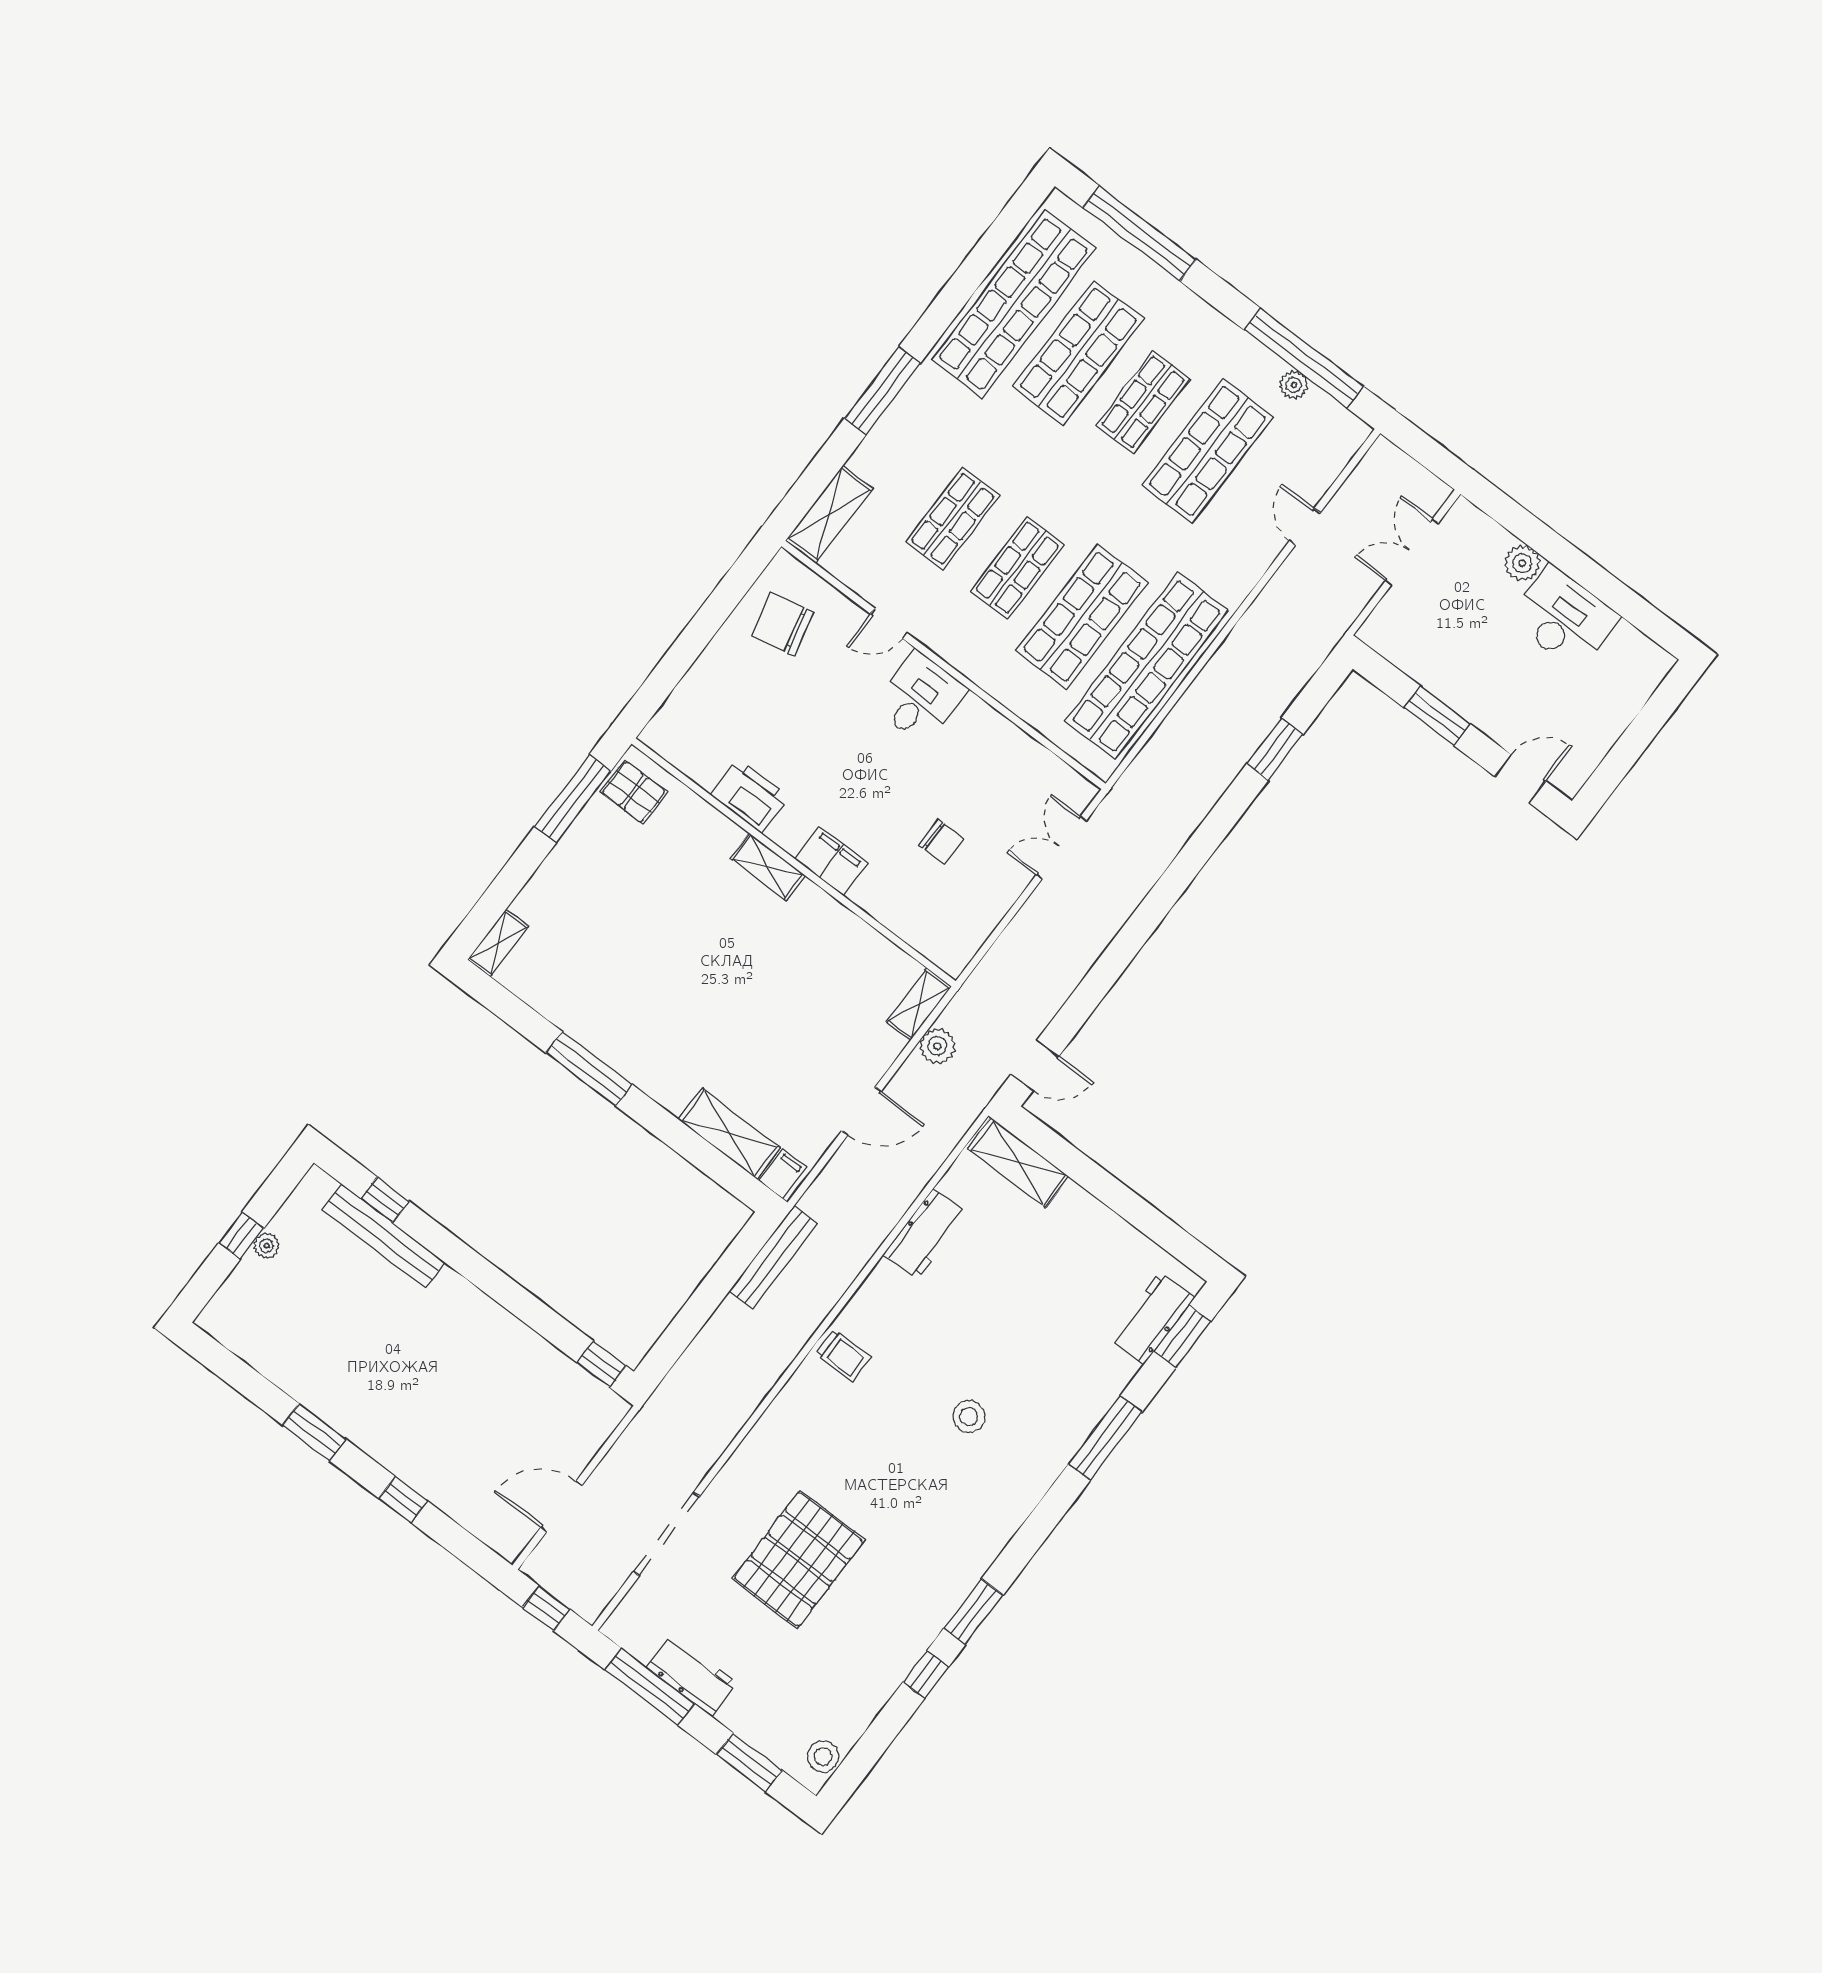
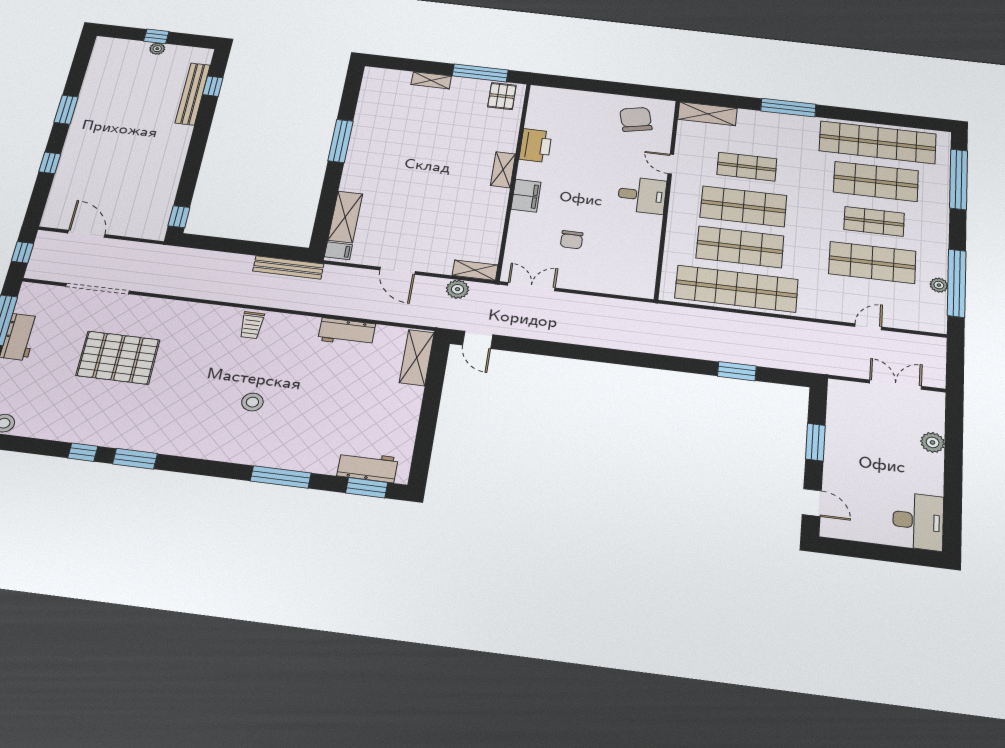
shop shelf: (1017, 568) -> (743, 206), width x1.43, depth x1.36
desk: (1564, 618) -> (918, 521), moved
double door: (1061, 848) -> (531, 287), moved
shelving: (498, 943) -> (431, 80), moved

